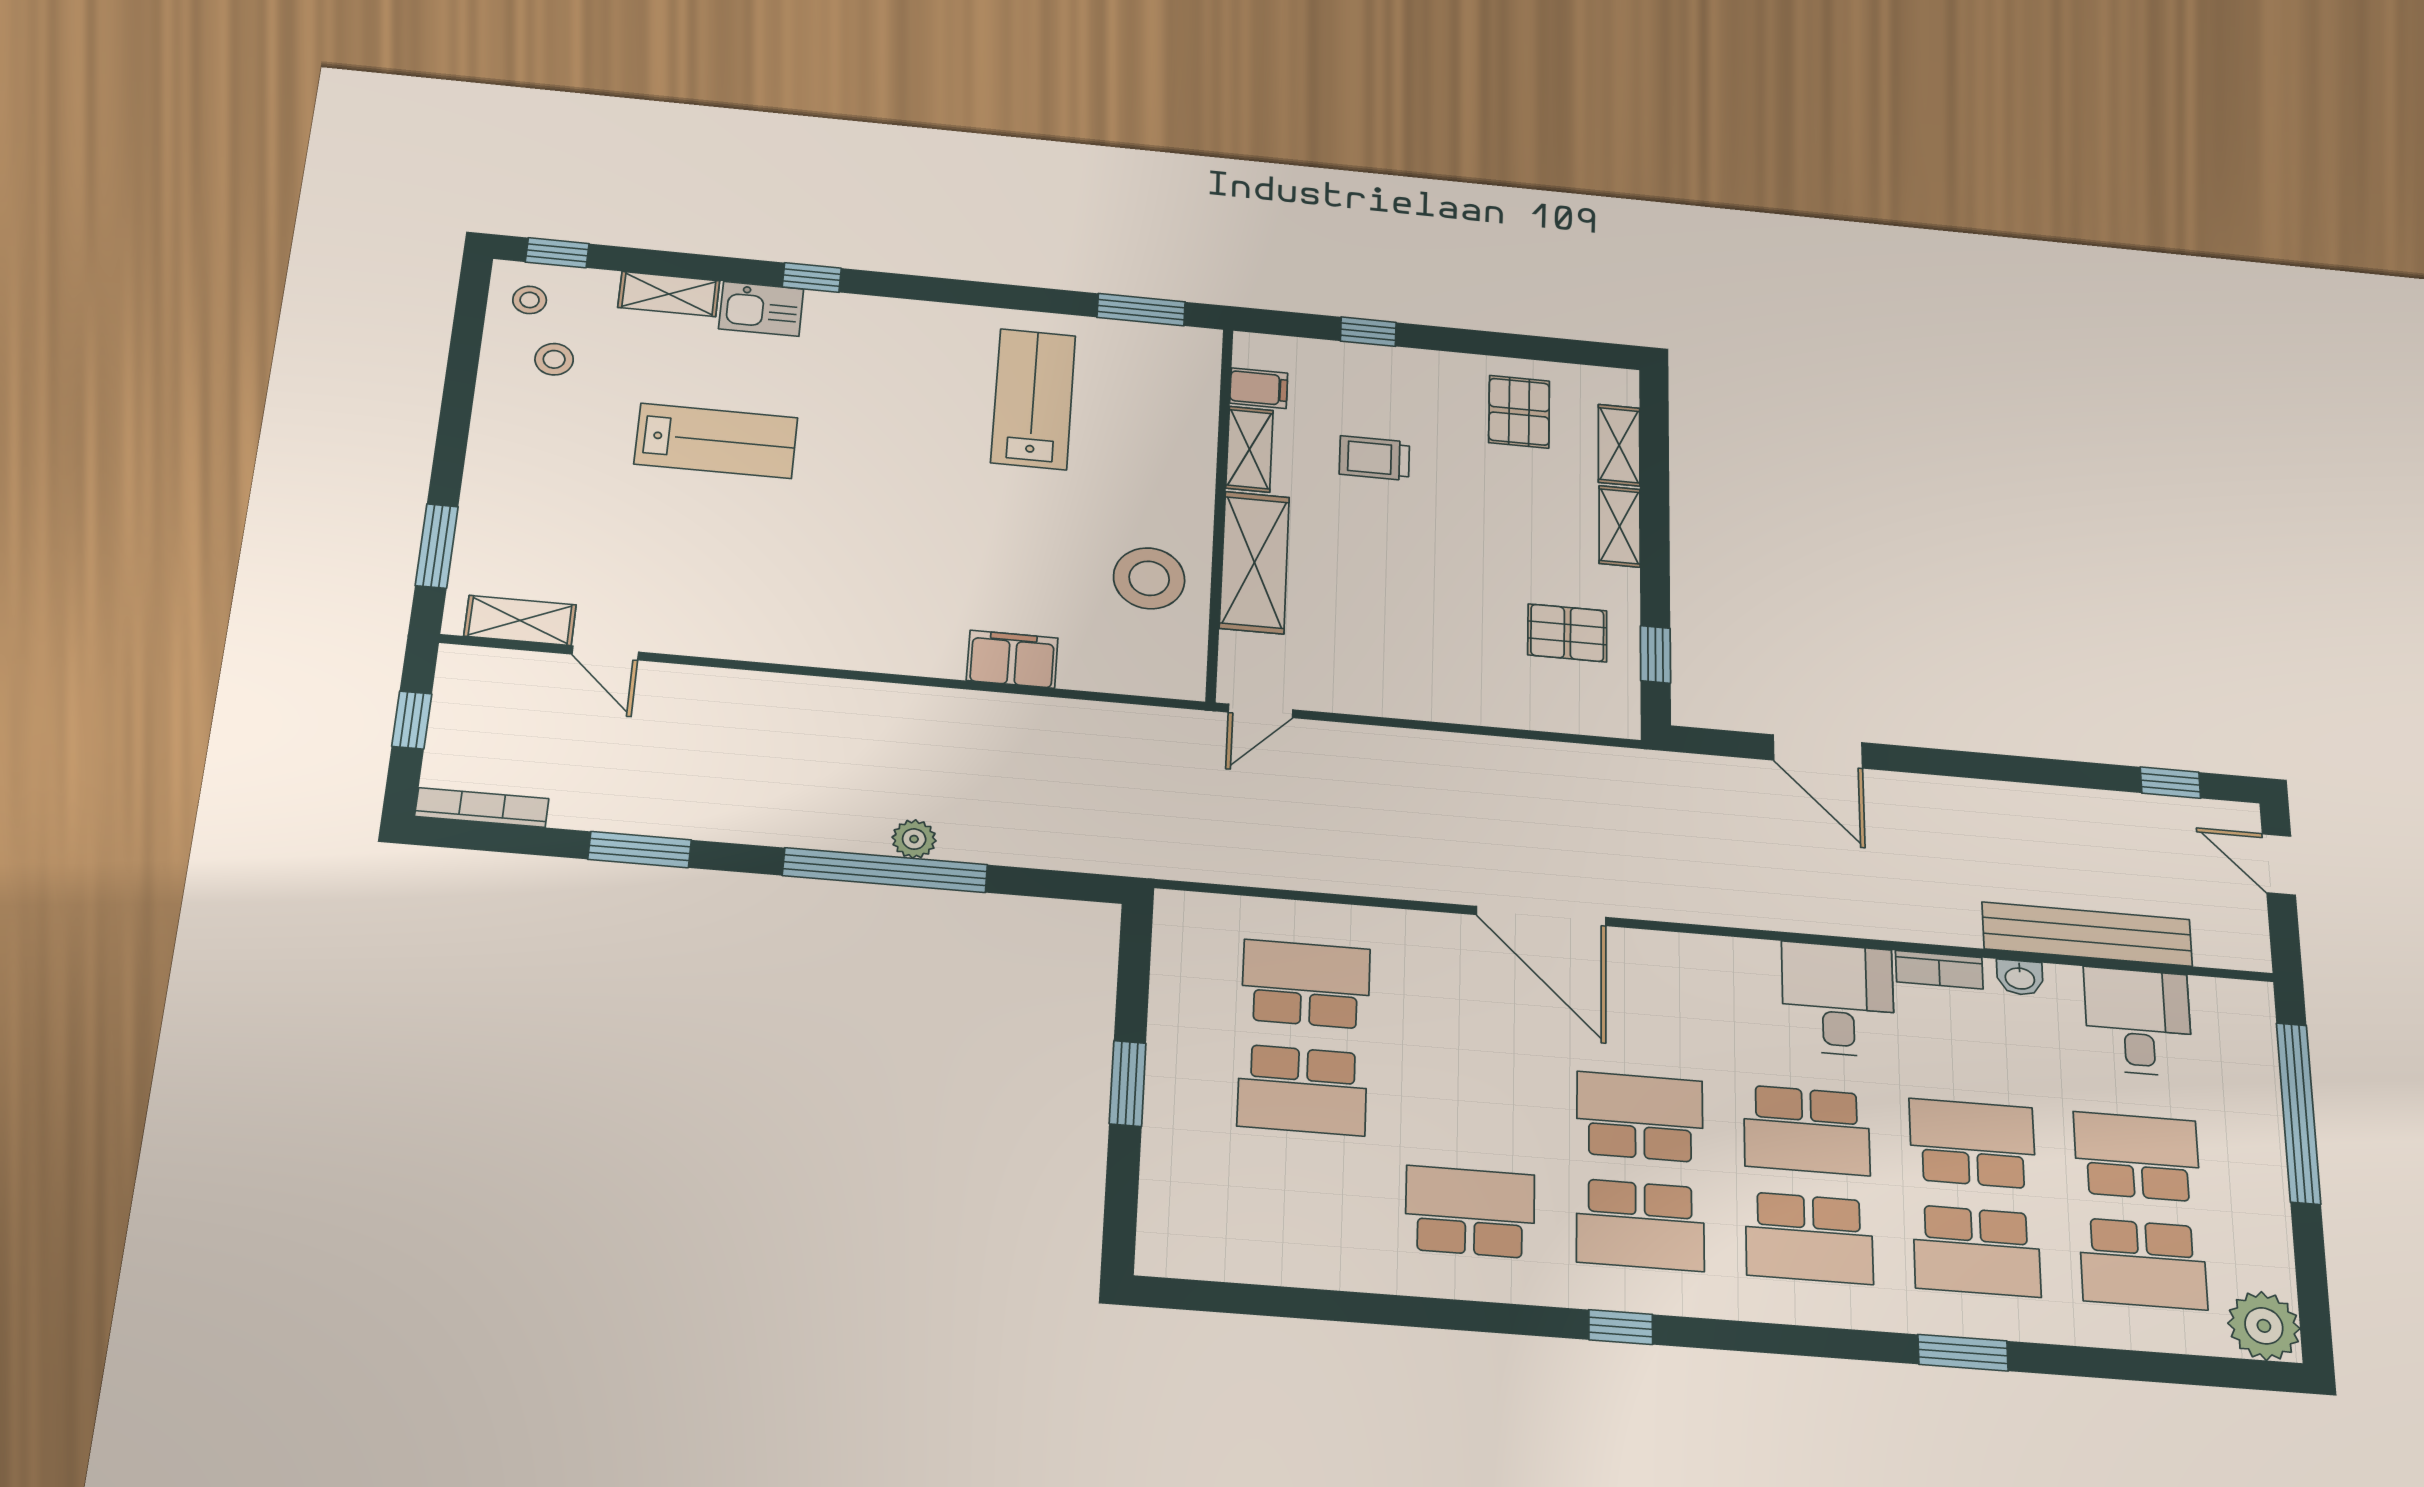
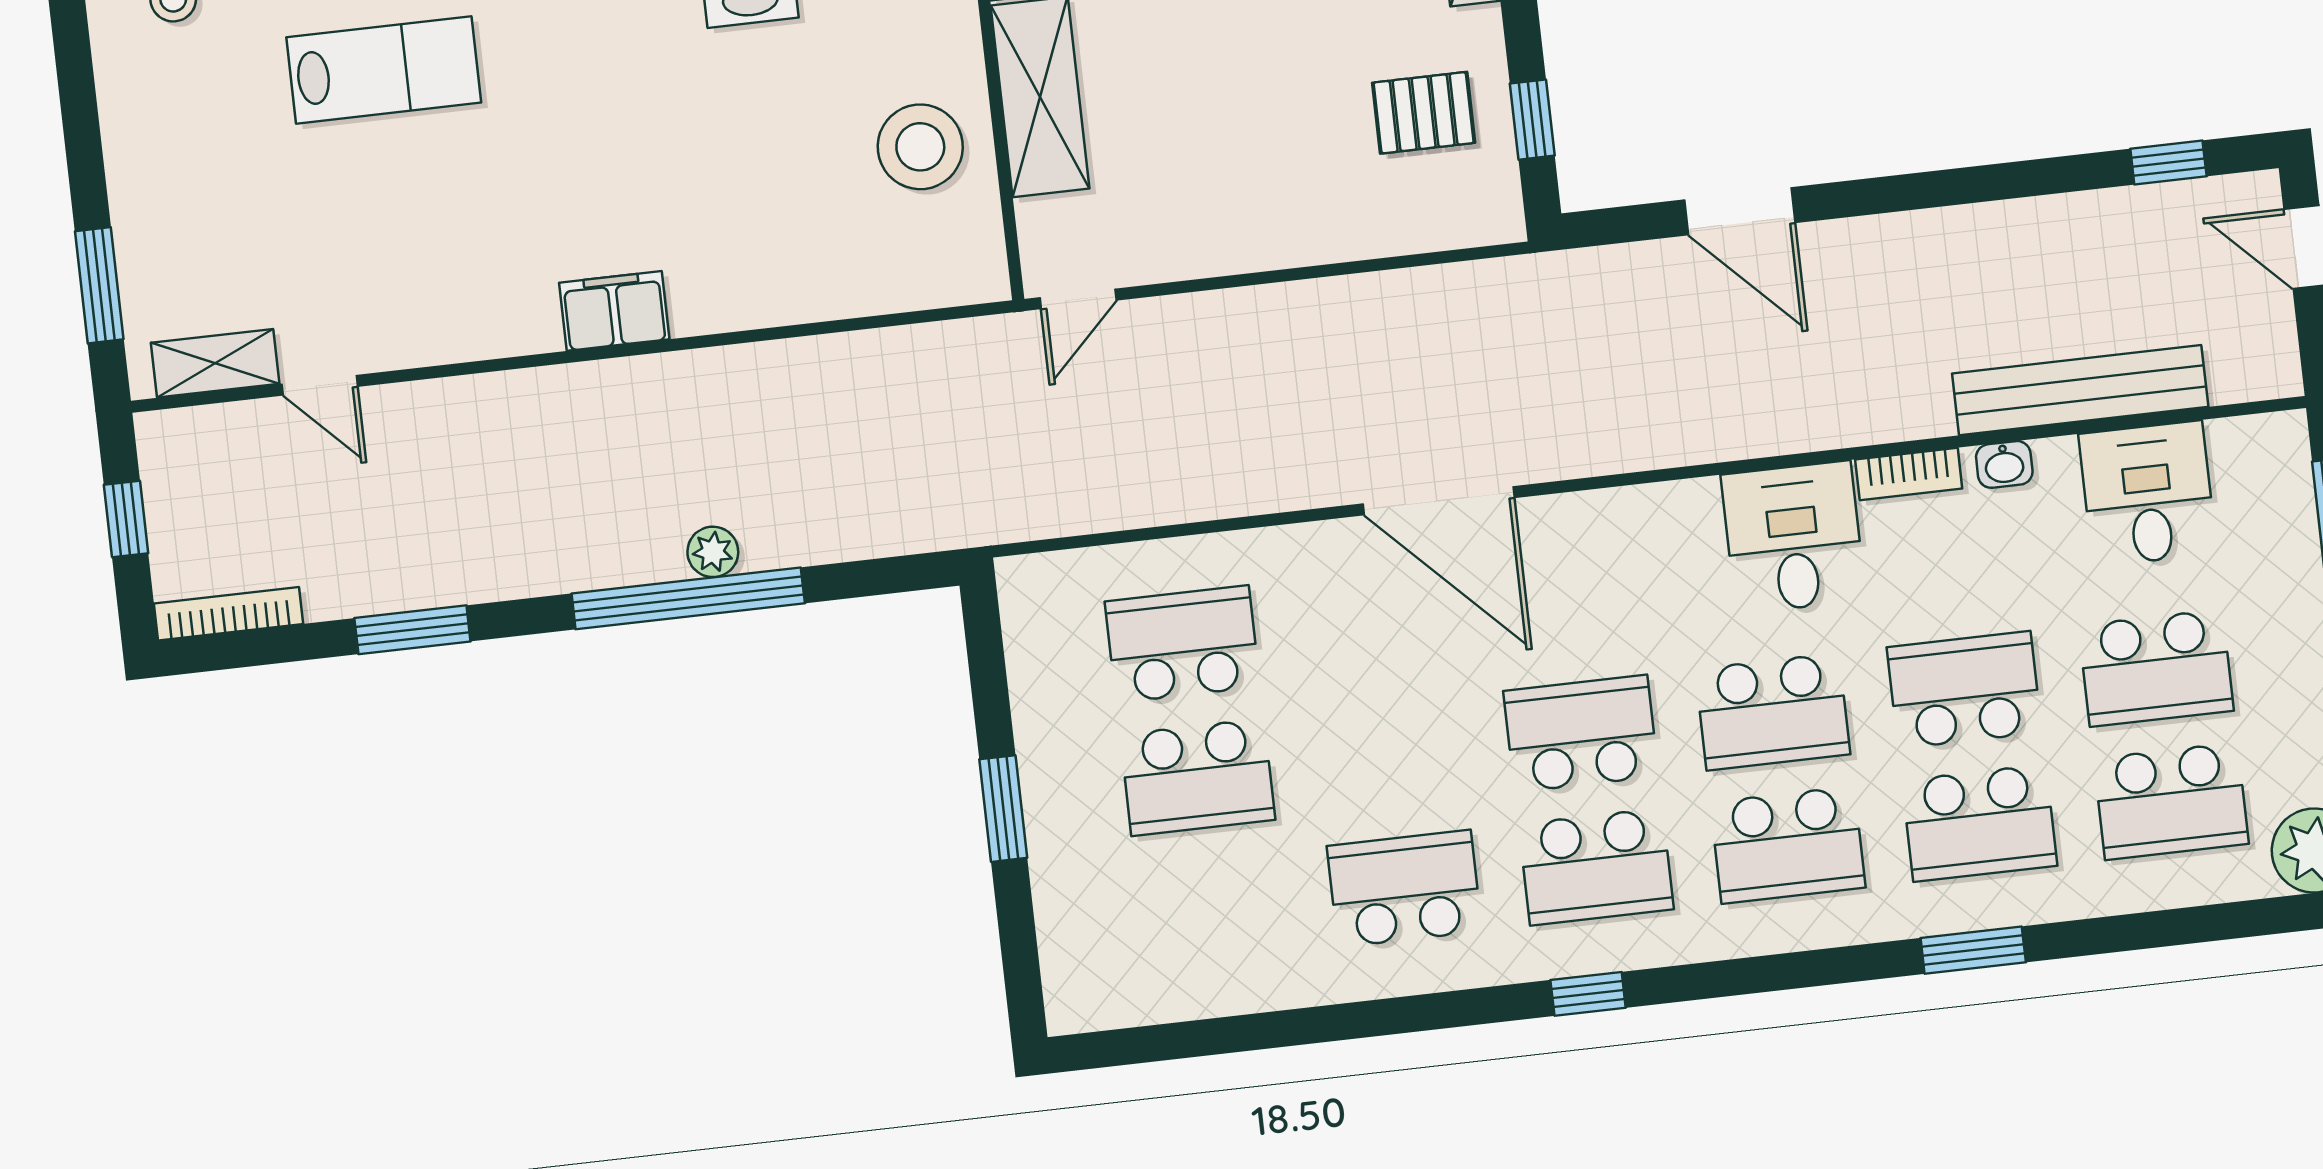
filing cabinet: (1012, 659) -> (614, 311), moved
school desk: (2137, 1157) -> (2156, 668), turned 180

